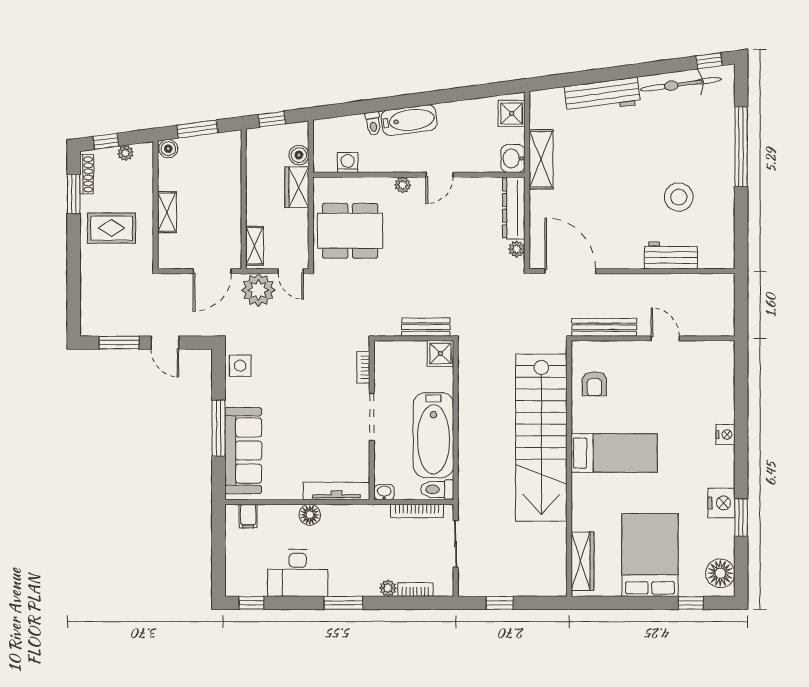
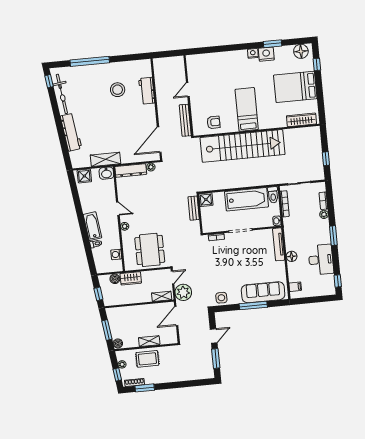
rug: (112, 228) -> (147, 359), moved, turned 90
door: (212, 271) -> (176, 316), swing flipped
nightstand: (725, 435) -> (253, 53), moved

